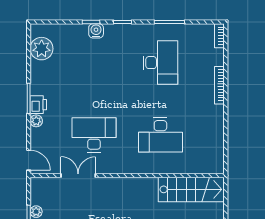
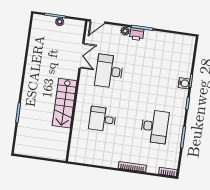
plant: (42, 49) -> (177, 42), removed
desk: (160, 63) -> (155, 127), turned -90
desk: (94, 135) -> (109, 71), turned 180
desk: (160, 135) -> (102, 119), width x0.73
stairs: (191, 189) -> (65, 103), moved

